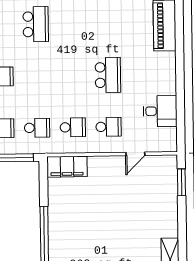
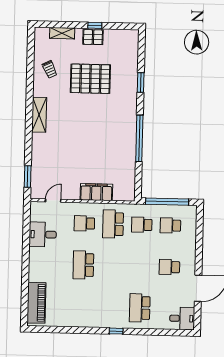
school desk: (73, 127) -> (113, 224), width x1.85
door: (135, 154) -> (53, 201), moved
filing cabinet: (67, 167) -> (96, 192), moved

